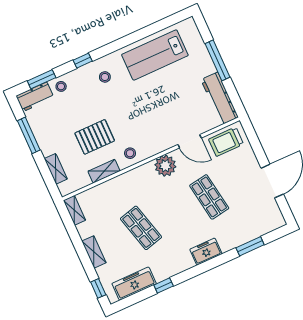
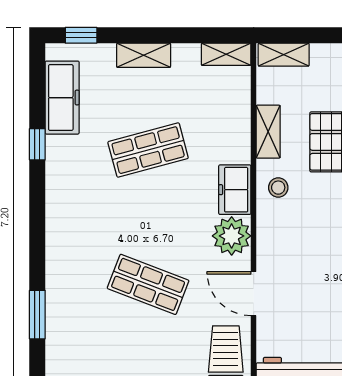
door: (190, 141) -> (254, 294), hinge flipped
shelving: (56, 169) -> (284, 55), moved
shop shelf: (209, 197) -> (148, 284), turned 30
freezer: (206, 252) -> (235, 190), moved, turned 180

